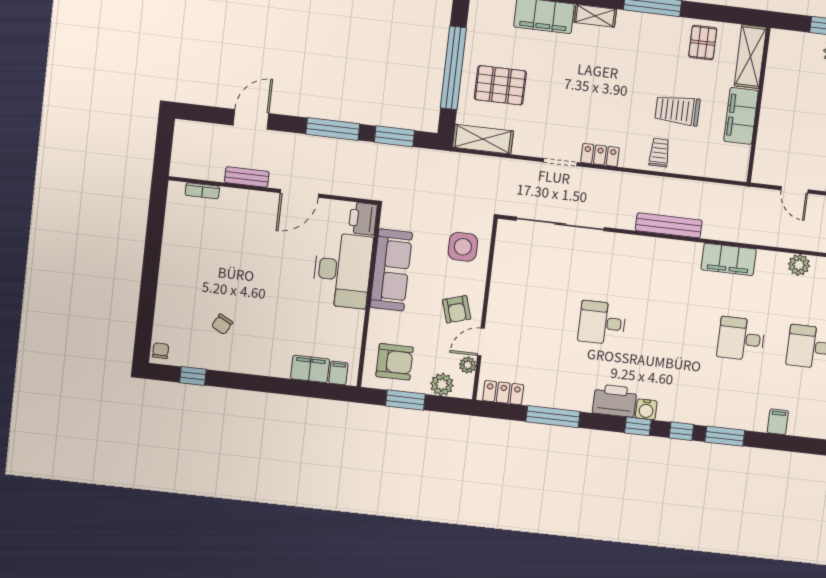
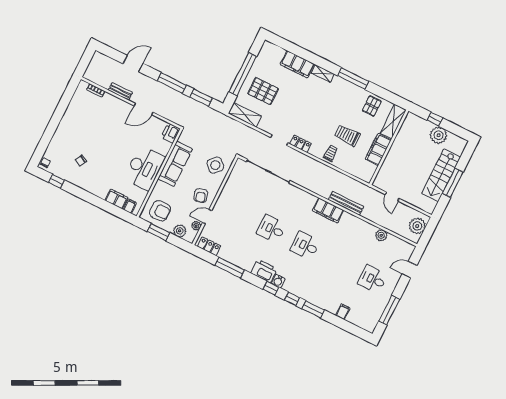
bench: (669, 225) -> (346, 203), moved
side table: (463, 247) -> (215, 165), turned 45
filing cabinet: (729, 259) -> (328, 210), moved
desk: (342, 270) -> (144, 168), moved
desk: (741, 339) -> (305, 246), moved

